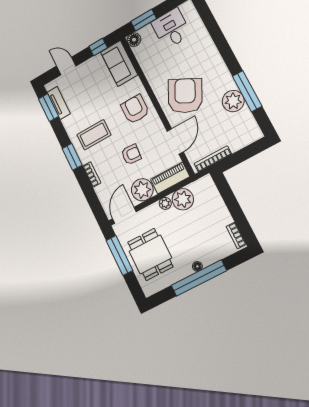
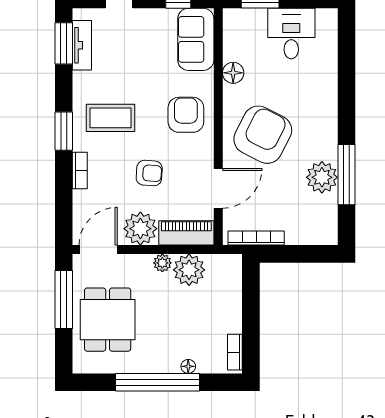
floor lamp: (134, 40) -> (233, 73), moved
floor lamp: (197, 266) -> (188, 366), moved

